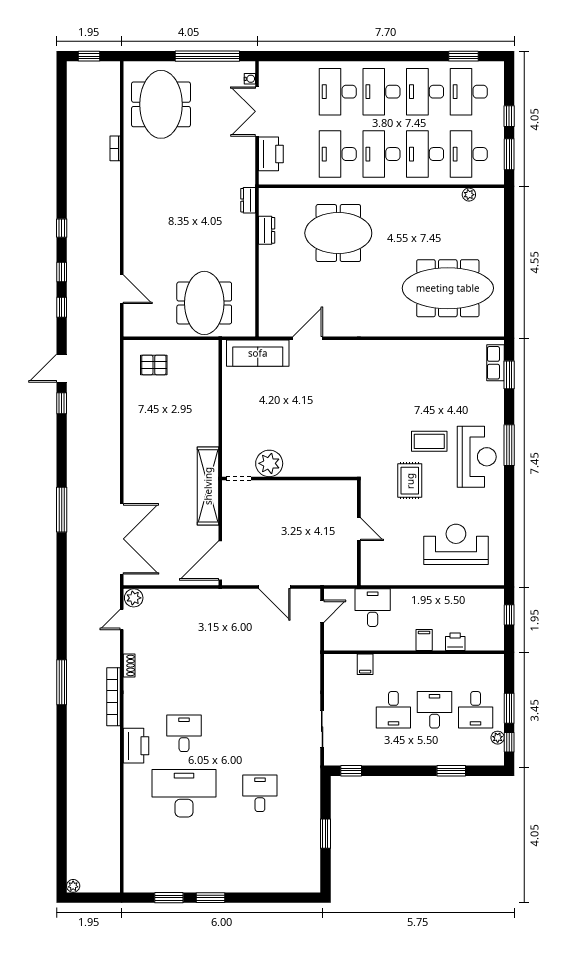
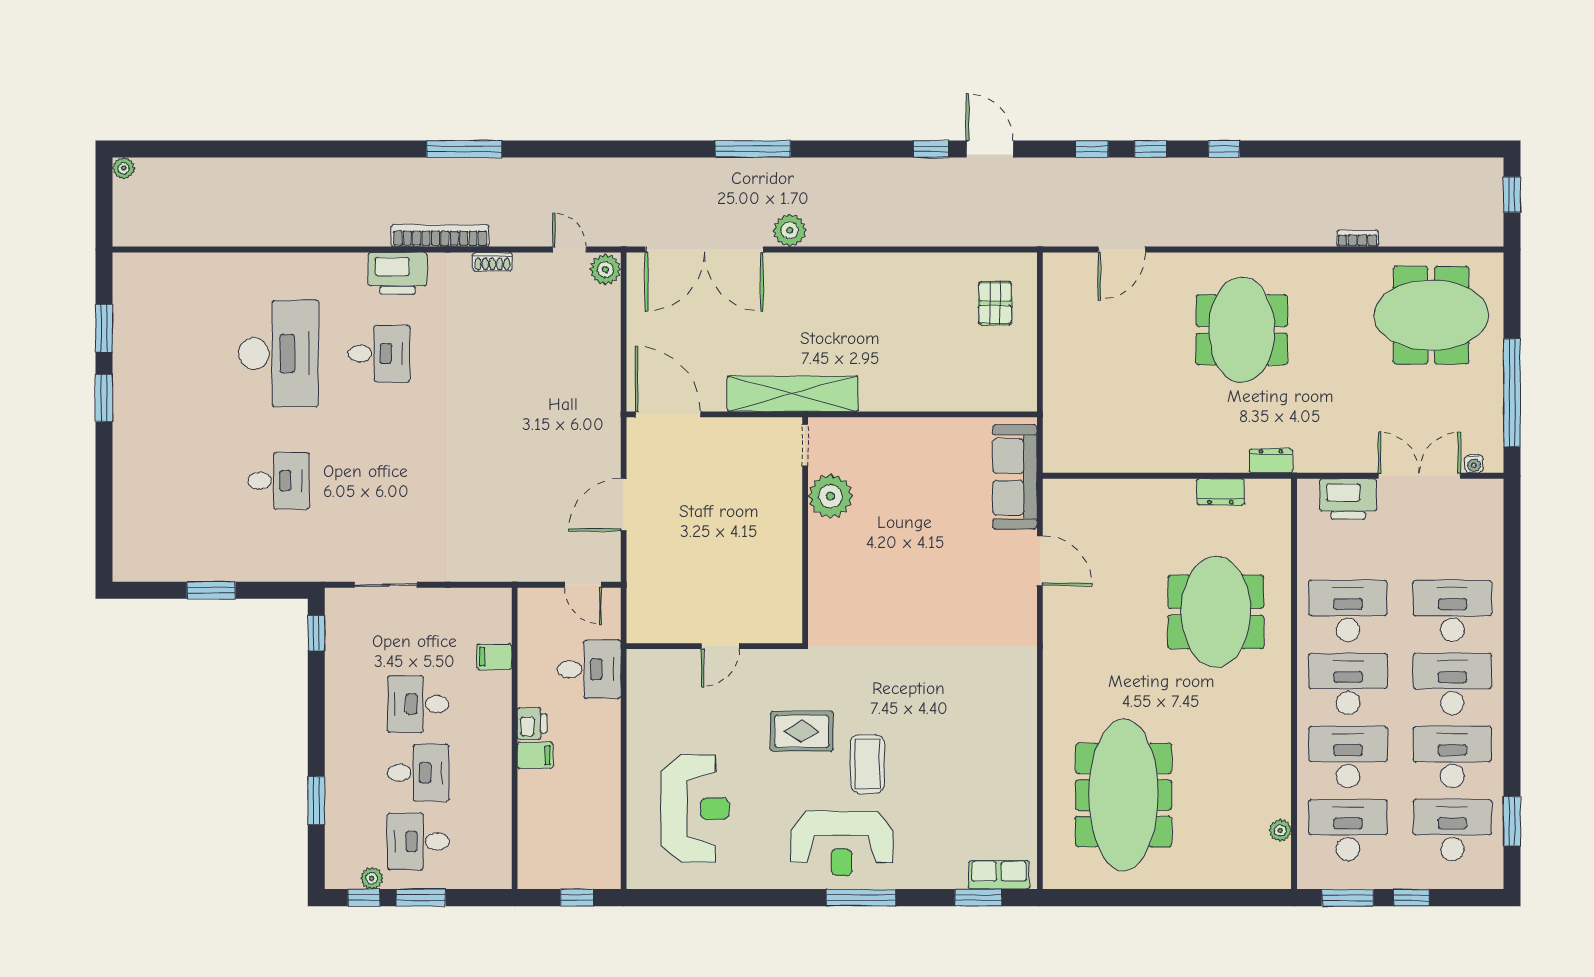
meeting table: (204, 303) -> (1242, 330), moved, turned 90
plant: (110, 488) -> (790, 230), added
printer: (455, 642) -> (532, 724), moved
printer: (136, 746) -> (398, 273), moved

